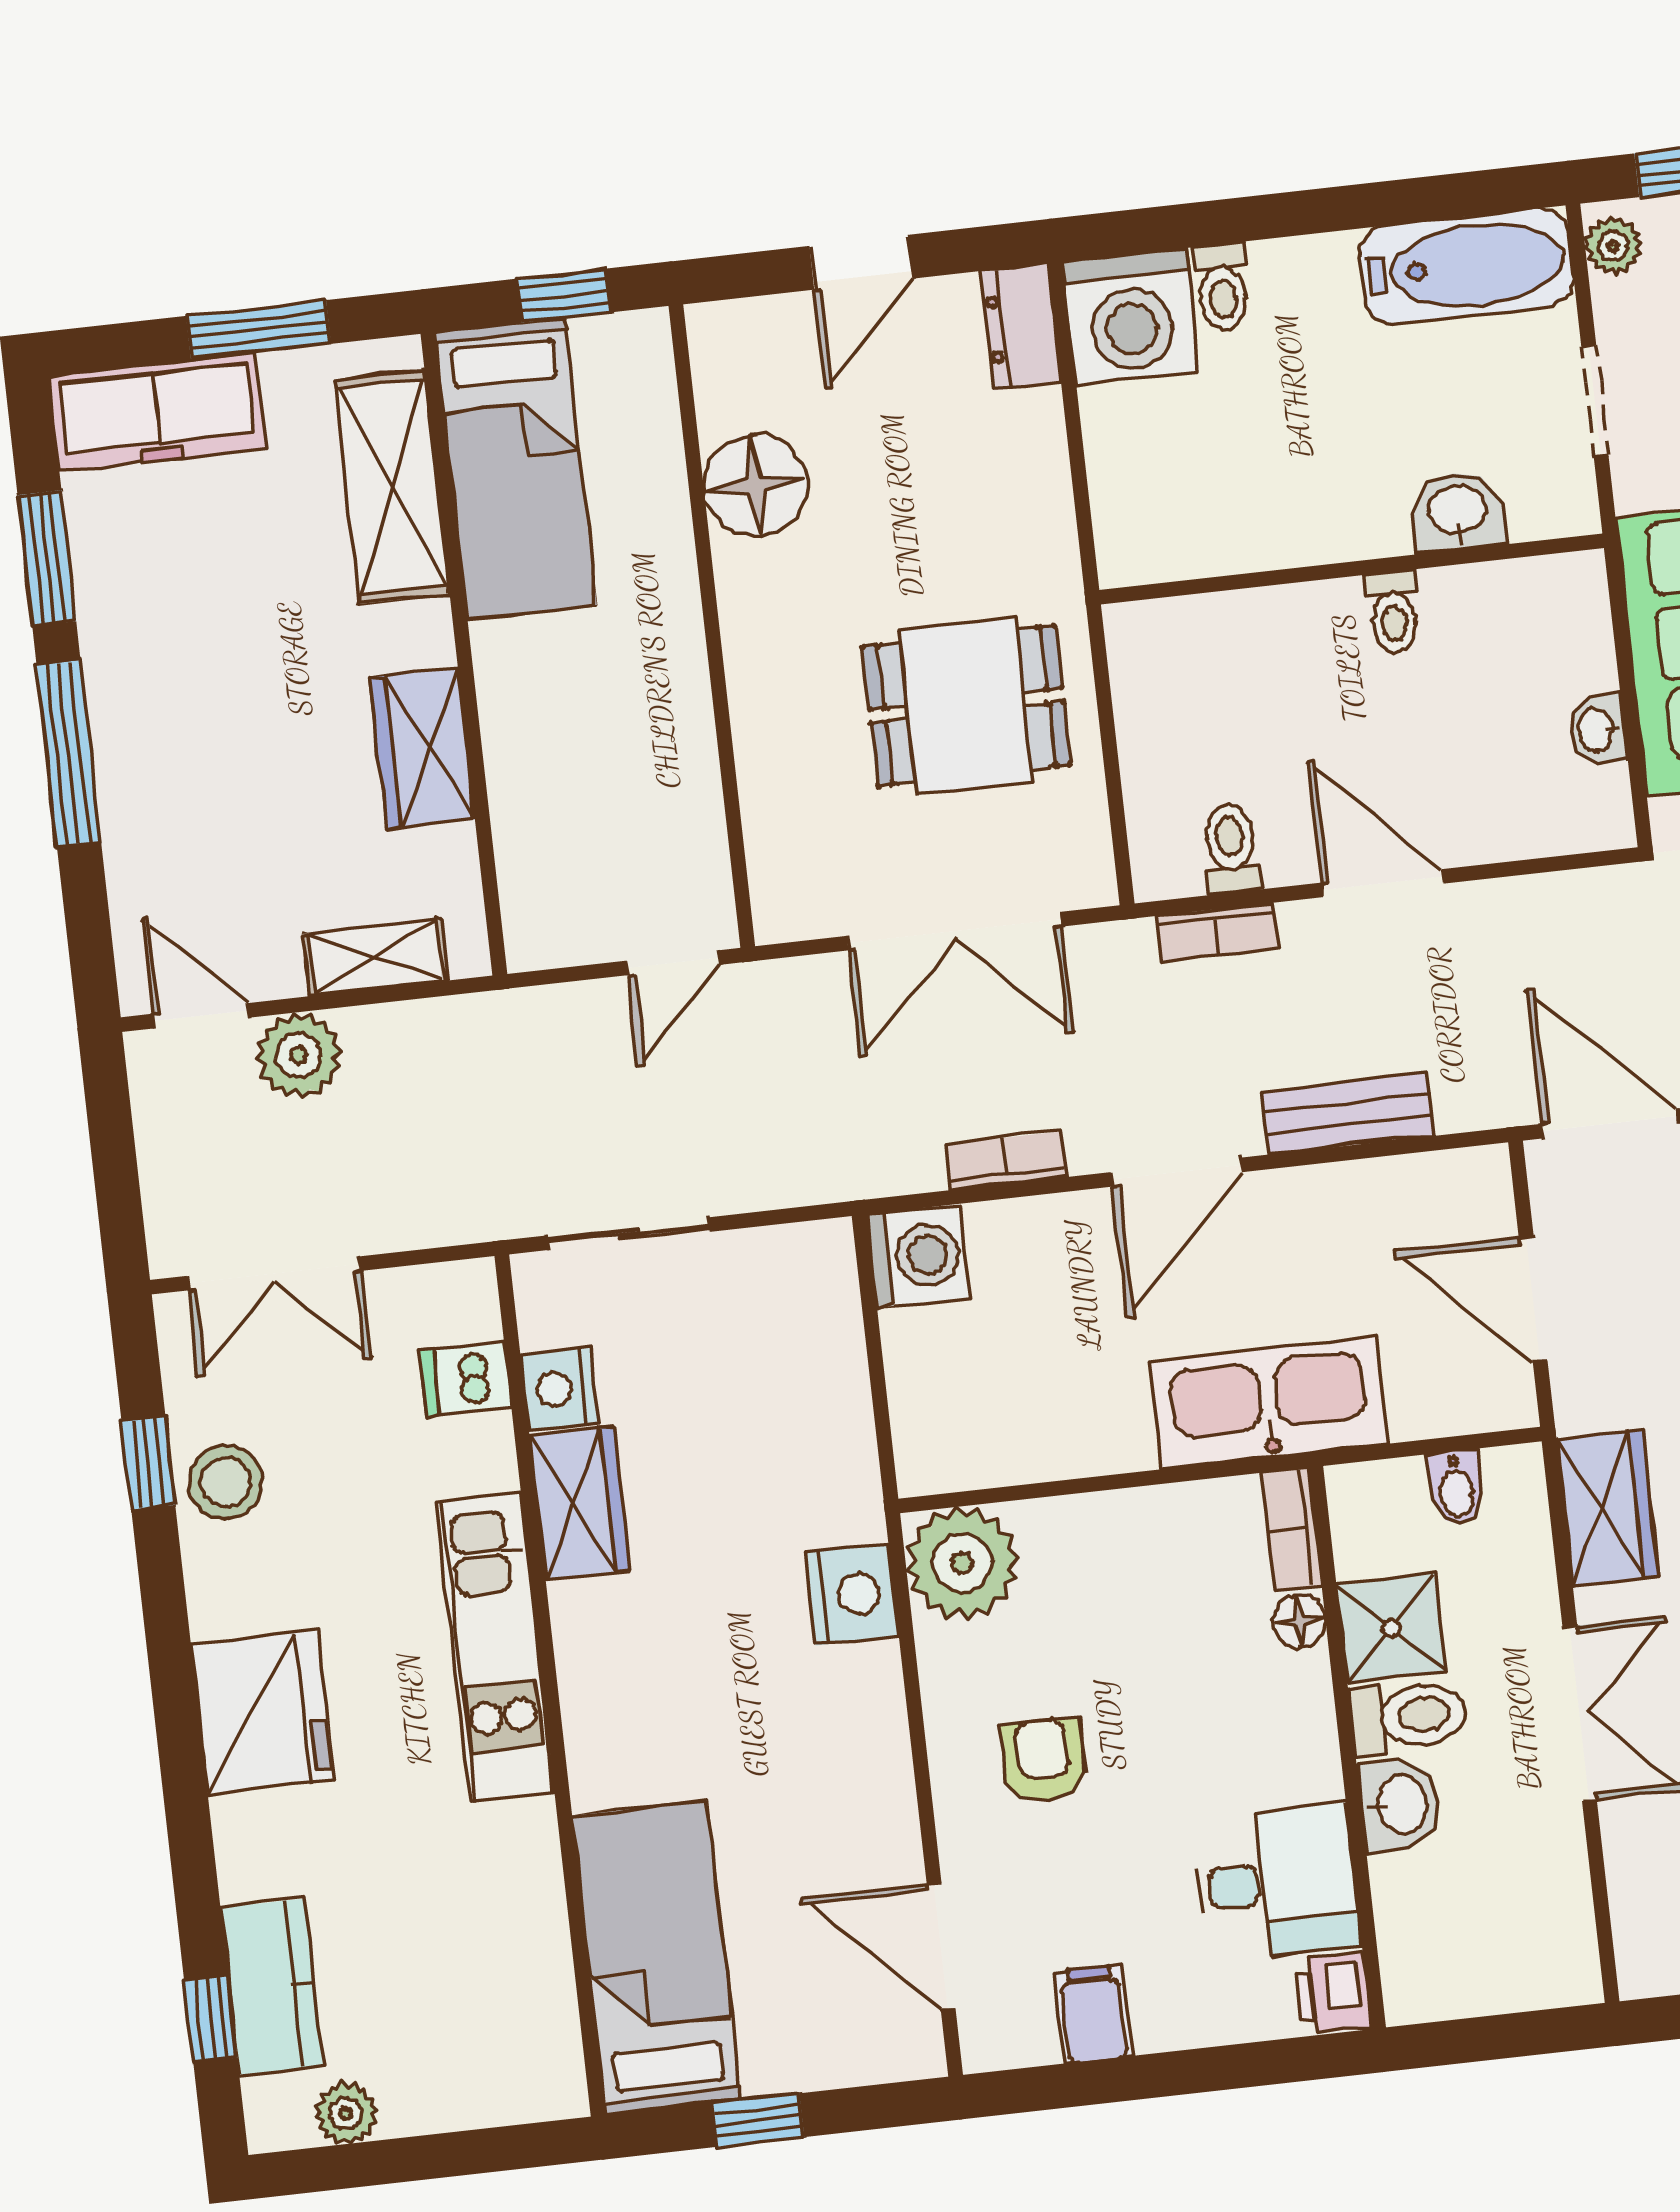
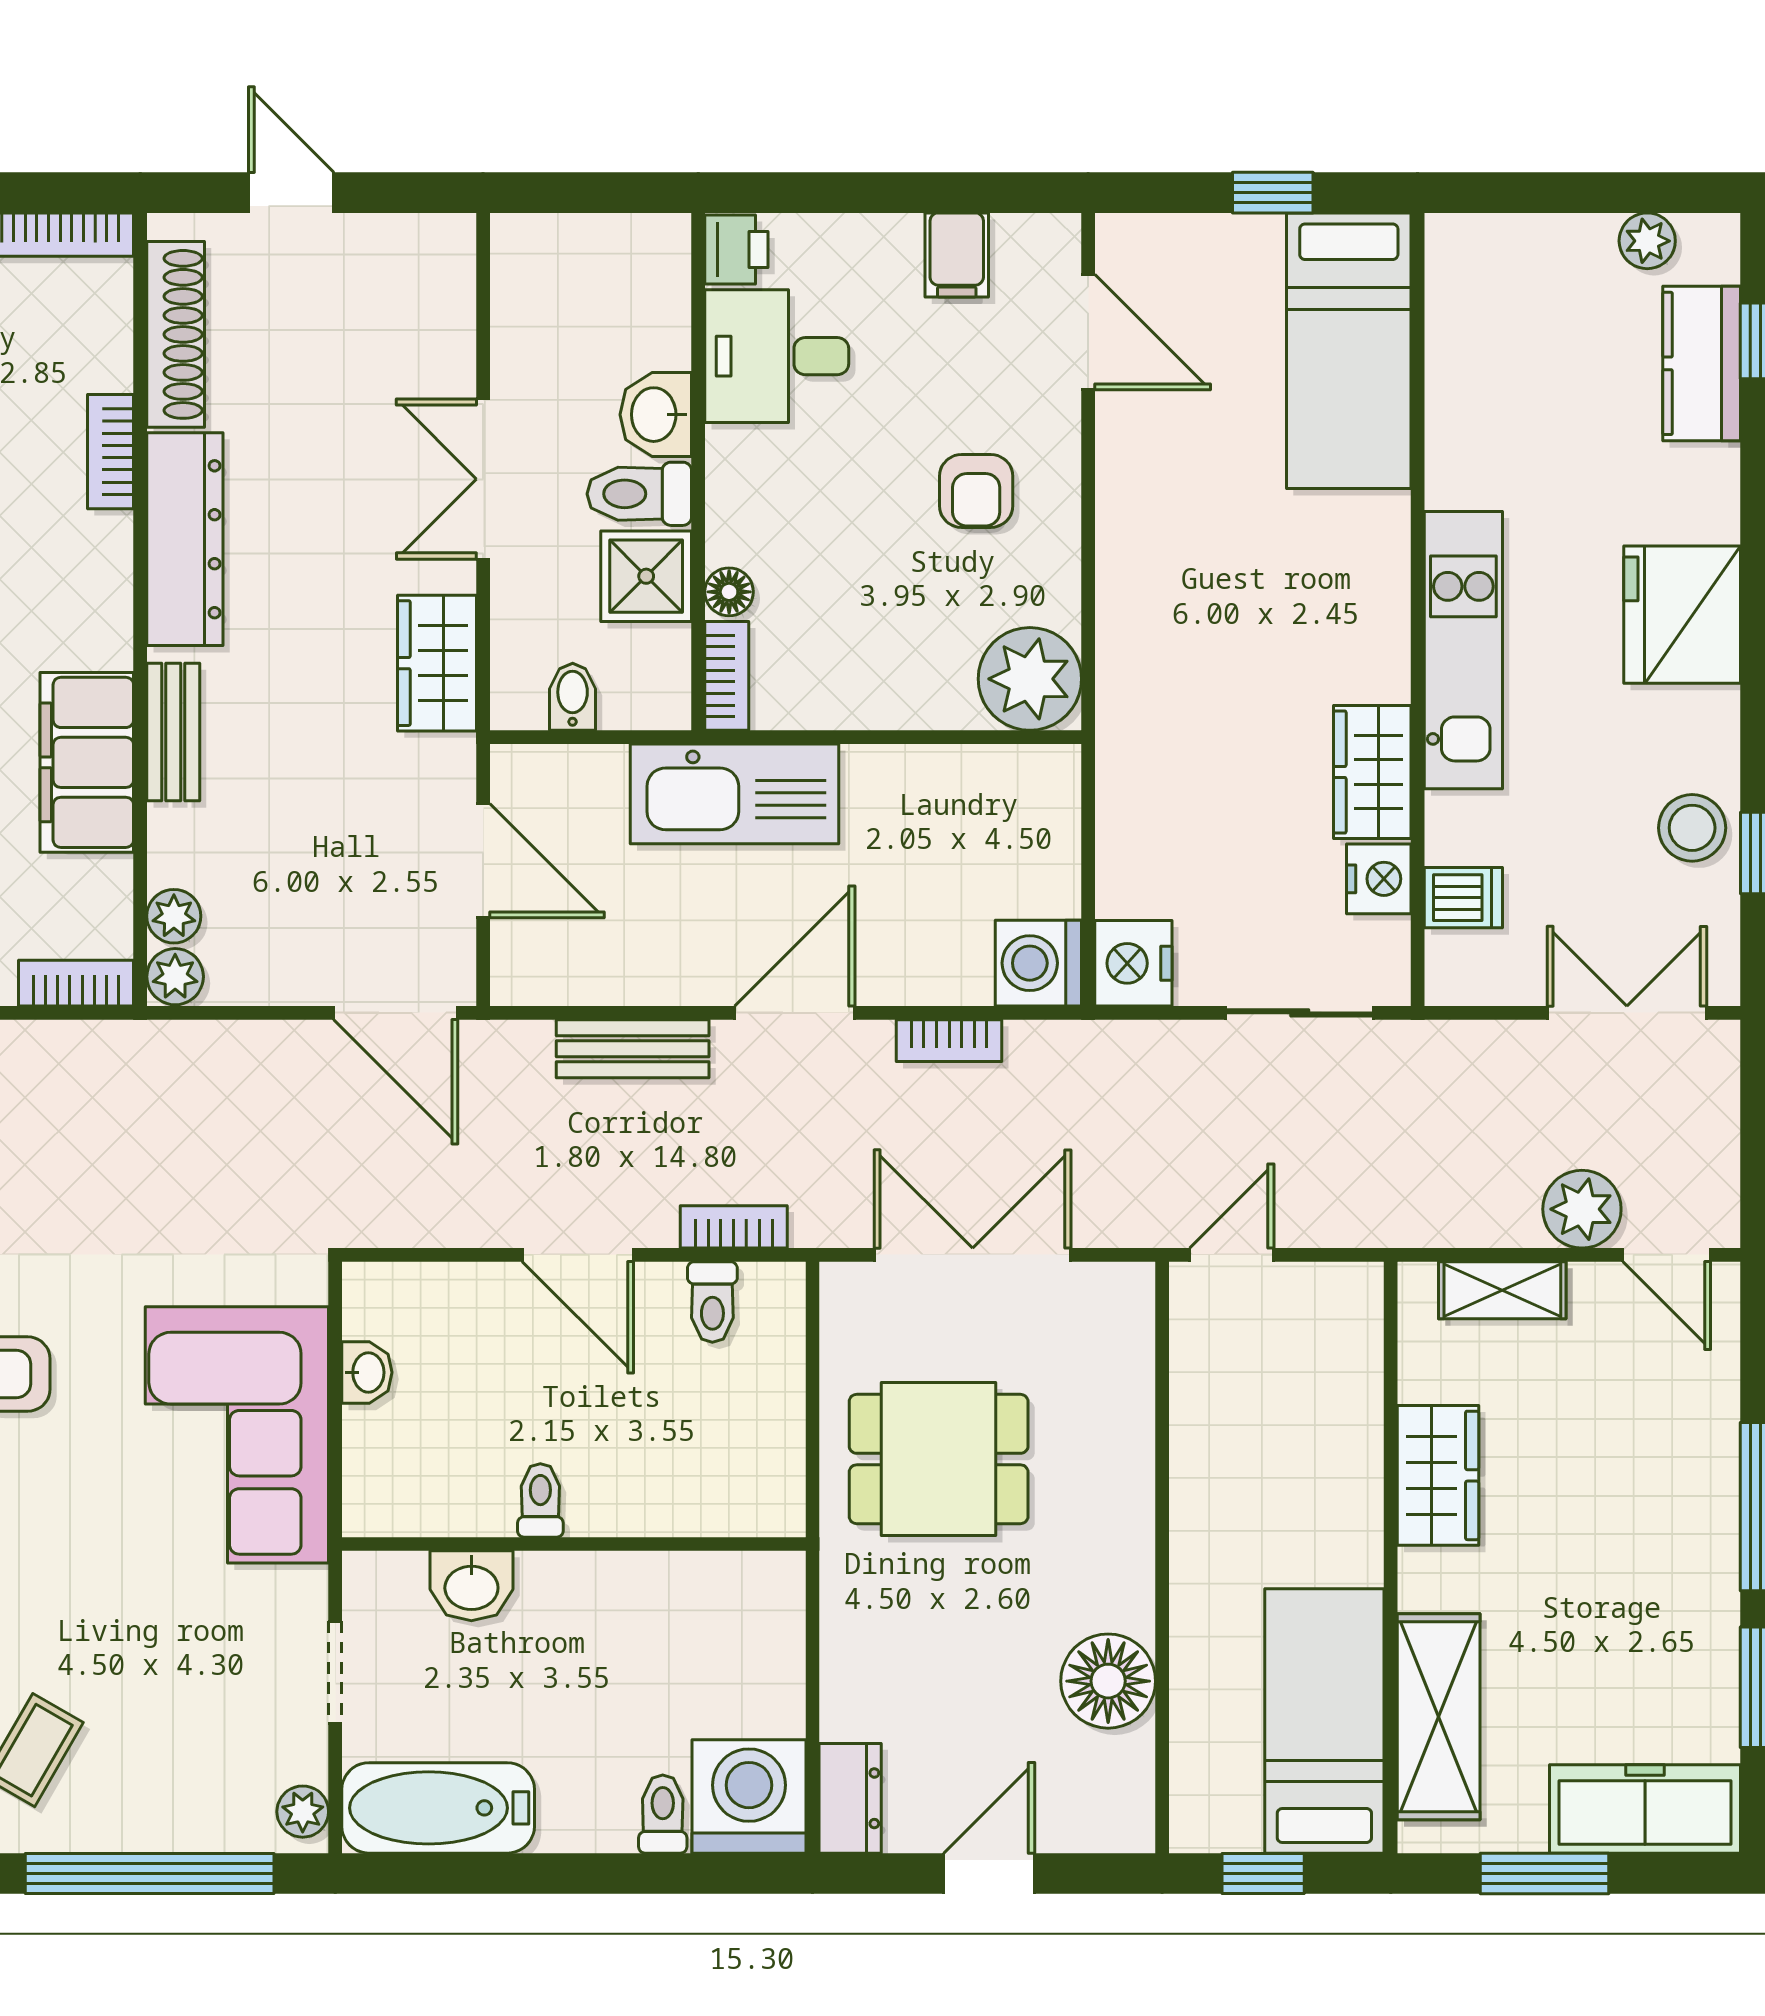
nightstand: (852, 1594) -> (1133, 963), moved

